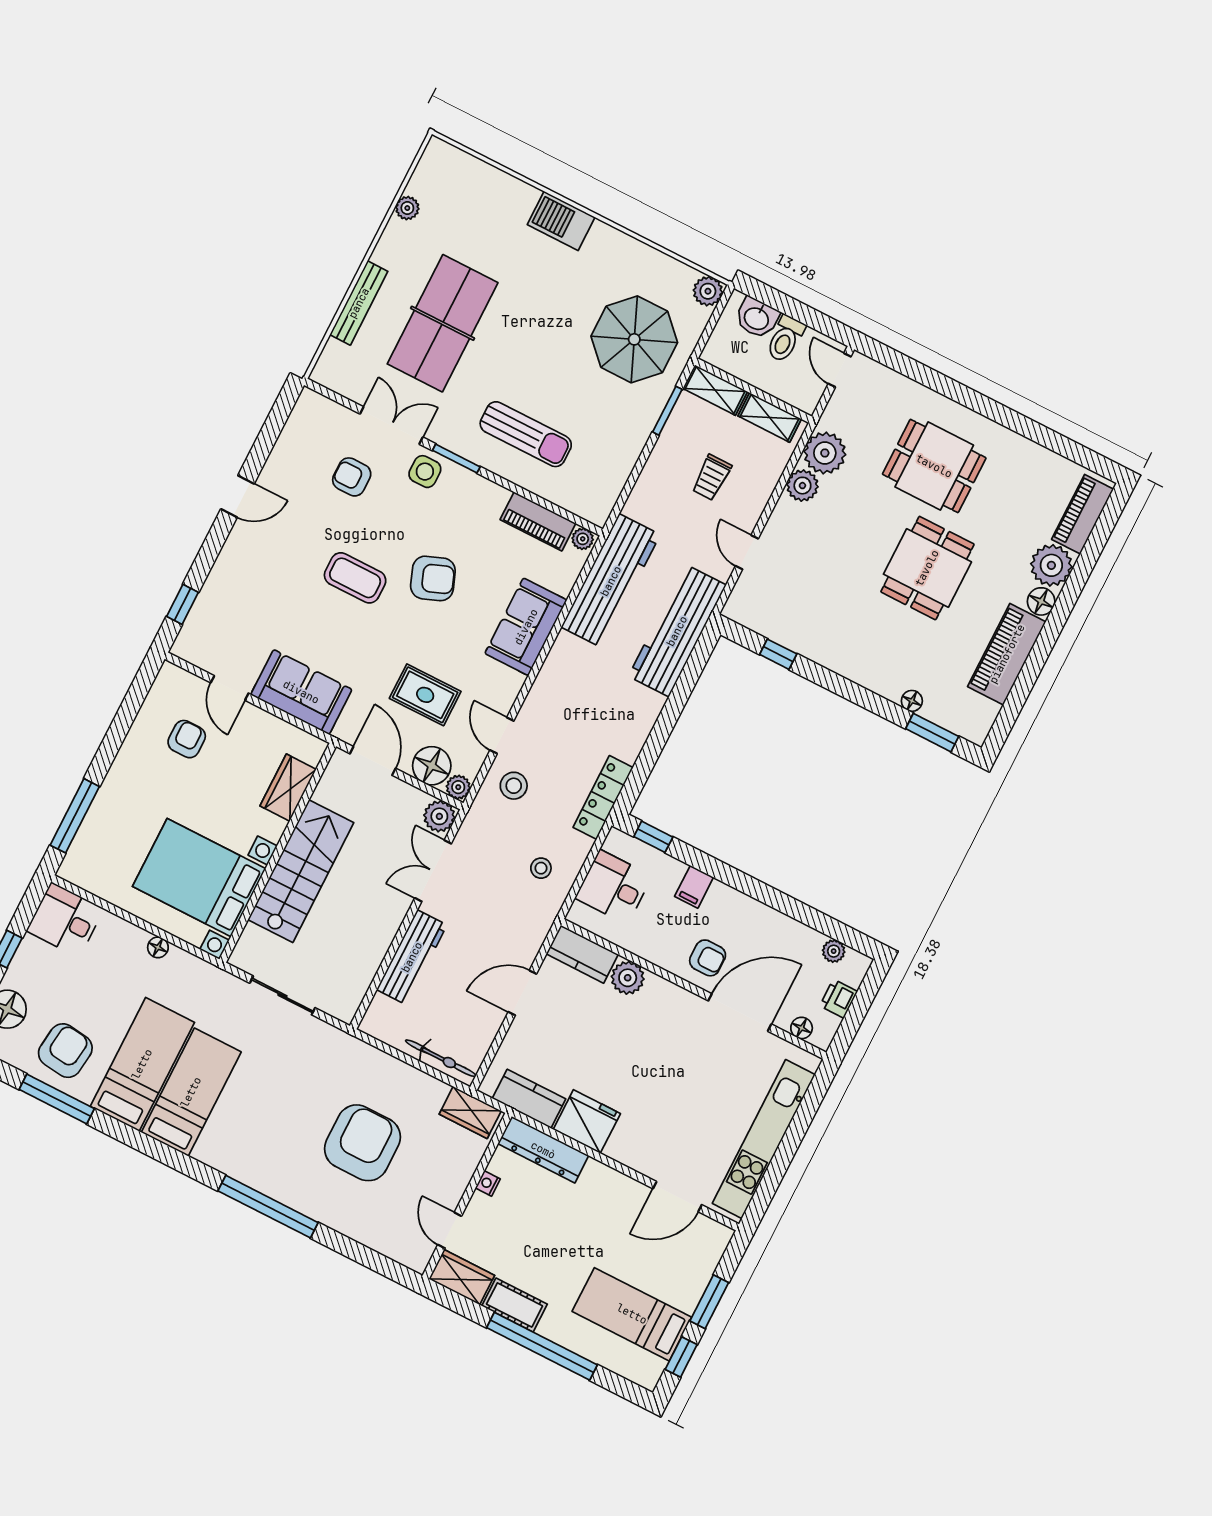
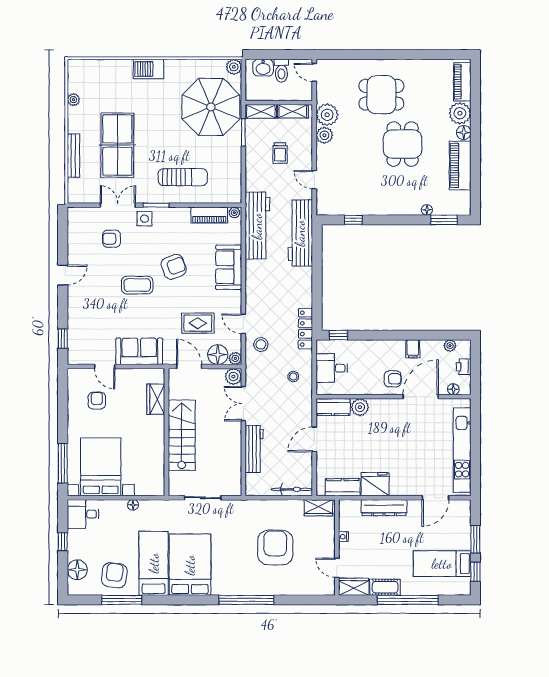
parasol: (634, 339) -> (211, 107), width x1.36, depth x1.36
bed with nightstands: (199, 878) -> (101, 467), moved, turned 90
filing cabinet: (694, 887) -> (413, 349), moved
bed: (191, 1092) -> (190, 565), width x1.50
dresser: (543, 1150) -> (384, 508), moved

